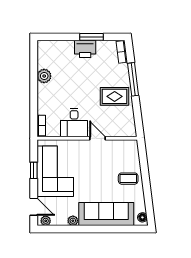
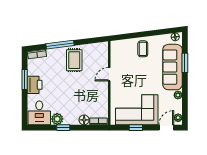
window: (34, 83) -> (63, 128), added
floor lamp: (43, 108) -> (84, 120), added
desk: (74, 123) -> (39, 113), moved, turned 90
window: (111, 229) -> (185, 63), added

